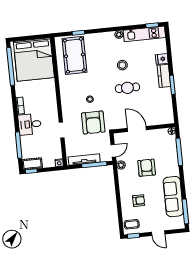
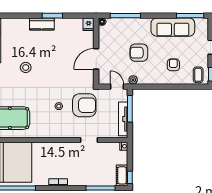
fridge: (162, 59) -> (89, 24), moved
cafe table: (127, 88) -> (51, 65), removed
desk: (30, 124) -> (79, 174), removed

